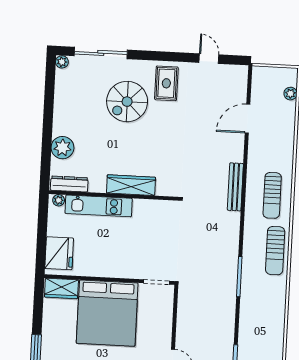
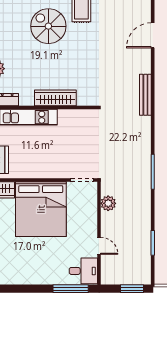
spiral stairs: (127, 102) -> (48, 26), turned 90
plant: (186, 310) -> (108, 203), added

